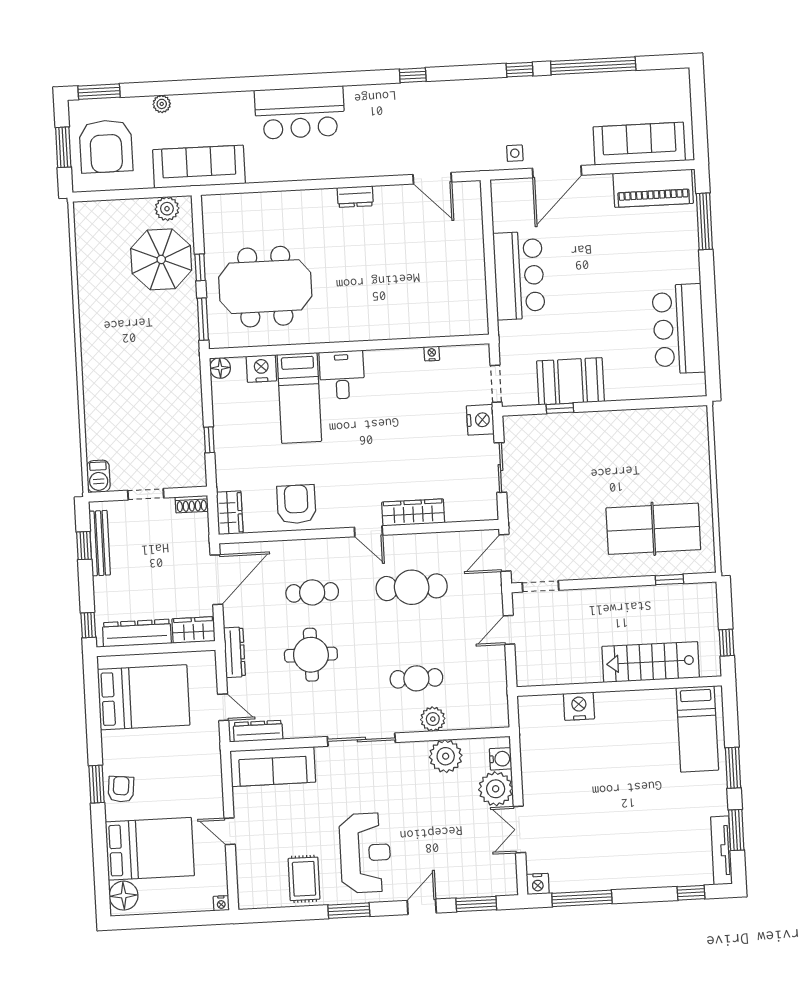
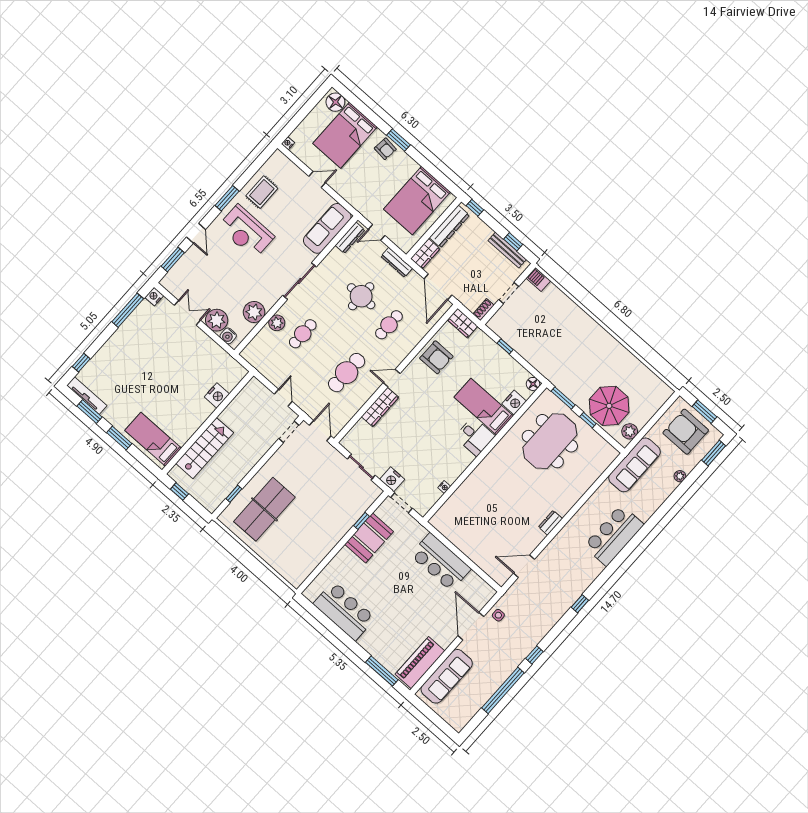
rug: (304, 879) -> (262, 192), turned 90

